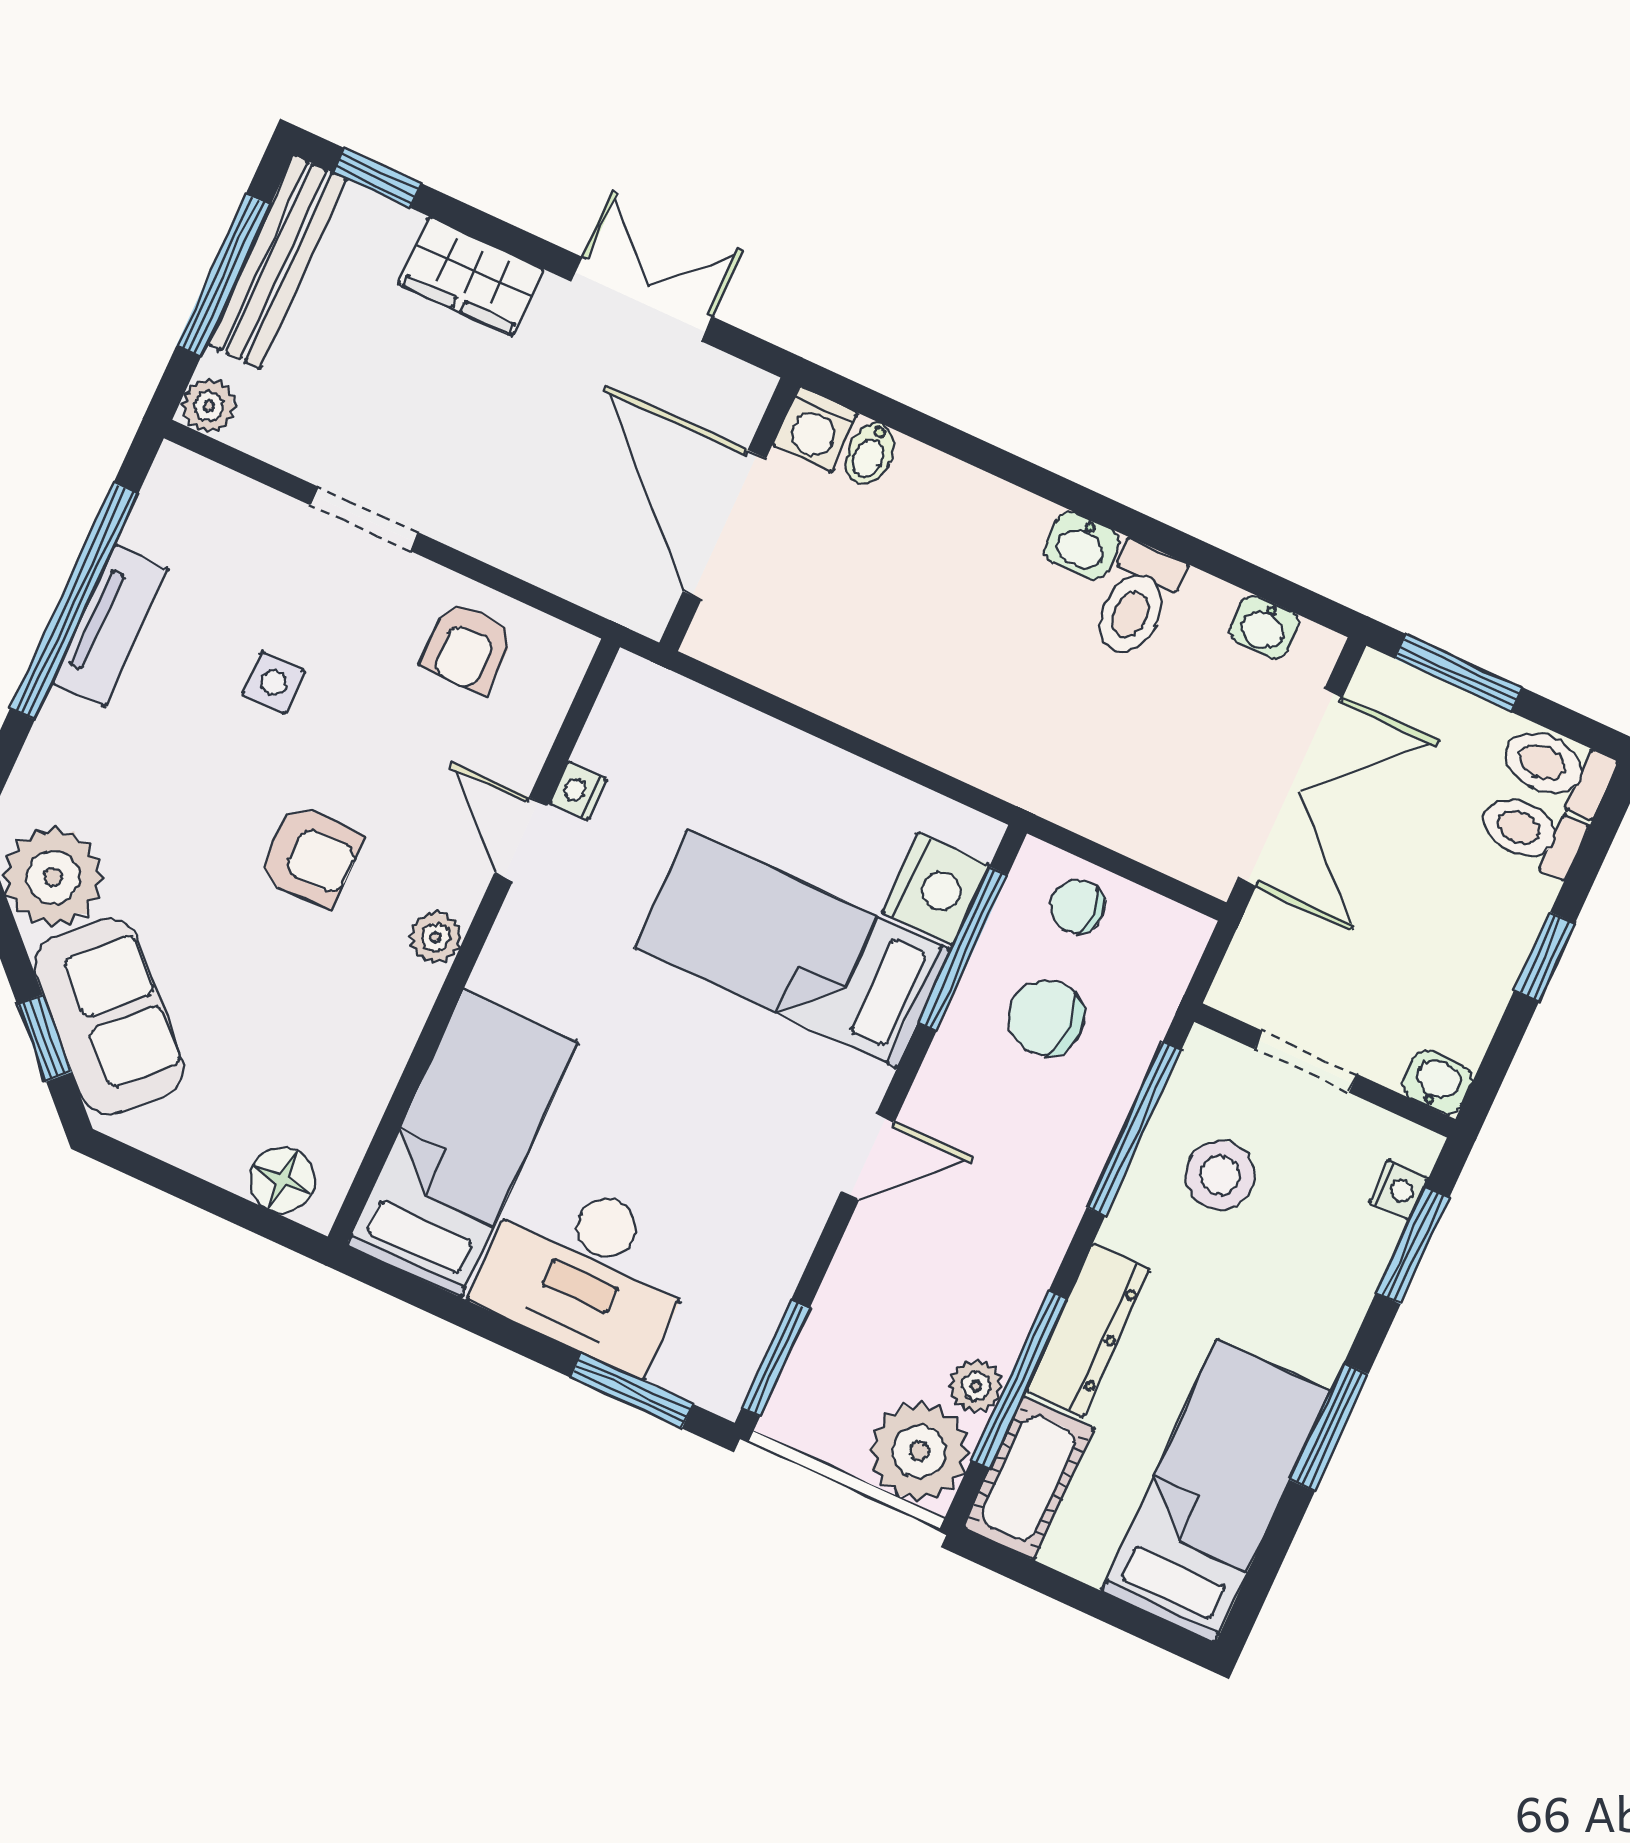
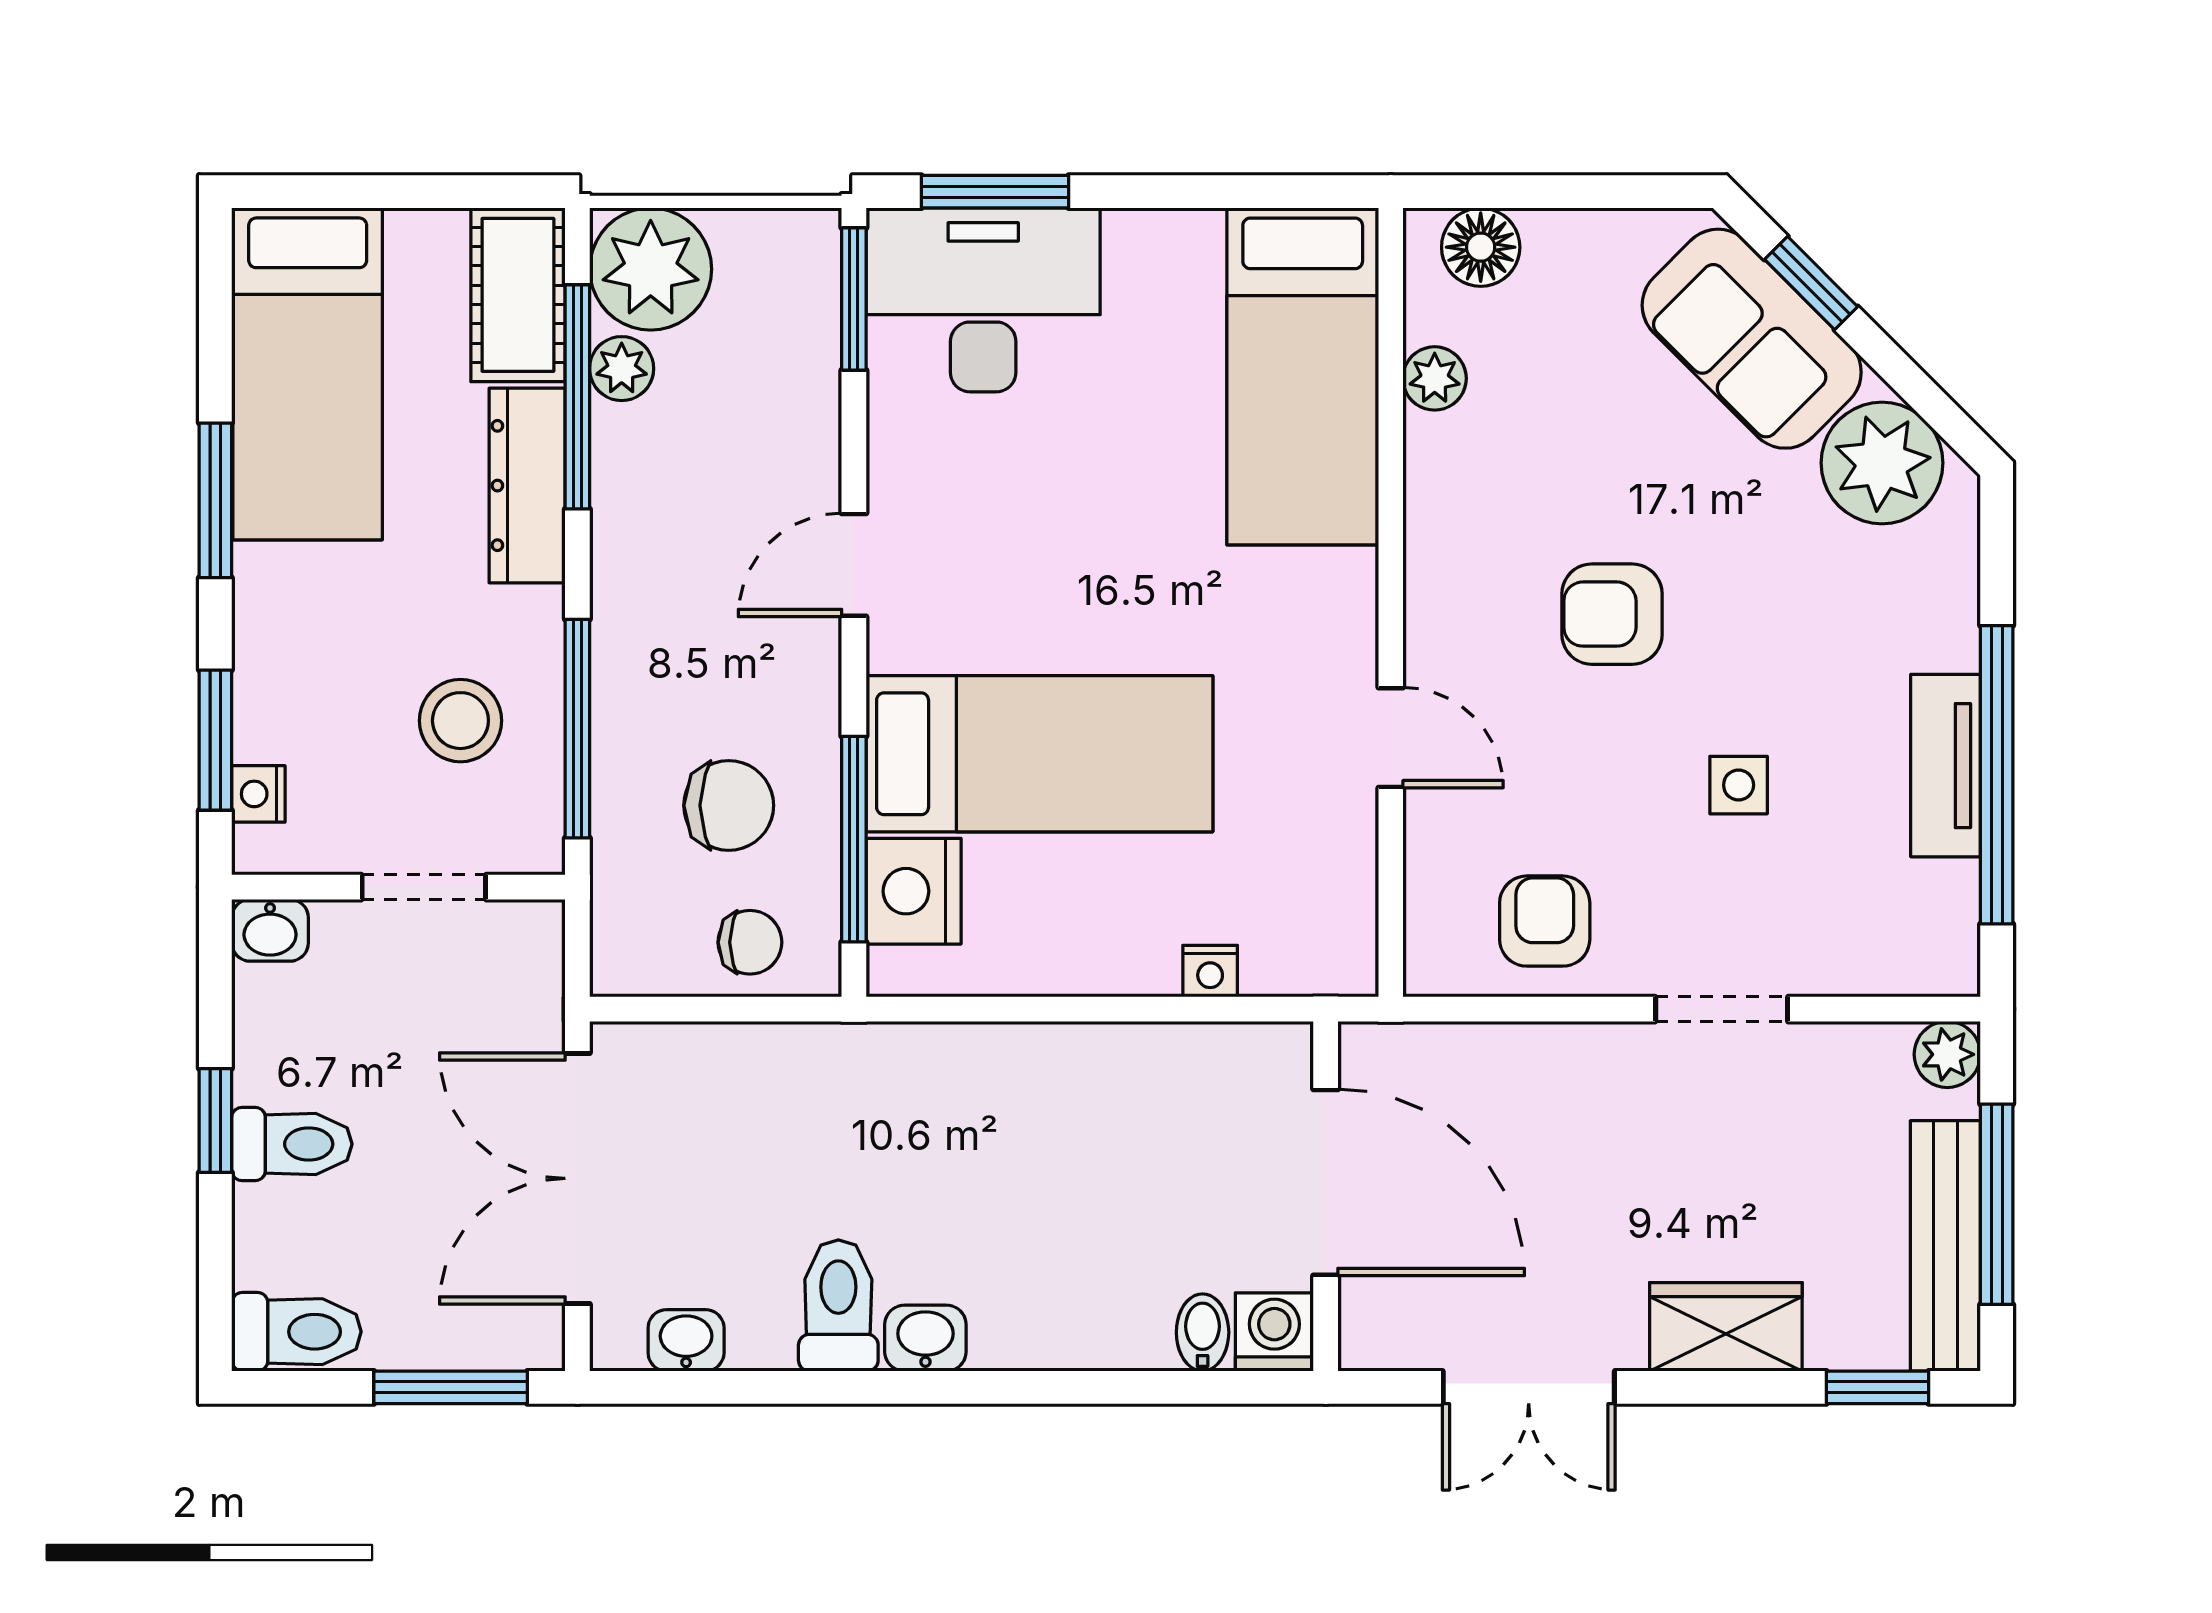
nightstand: (578, 791) -> (1210, 971), moved, turned 90
toilet: (1531, 833) -> (292, 1144), moved
plant: (436, 937) -> (1435, 378), moved
desk: (587, 1271) -> (983, 300), moved

